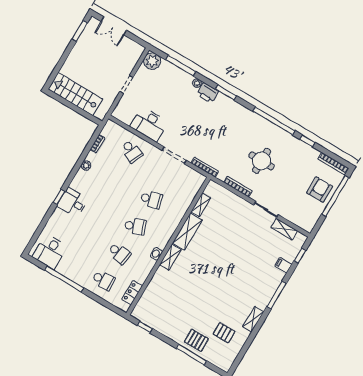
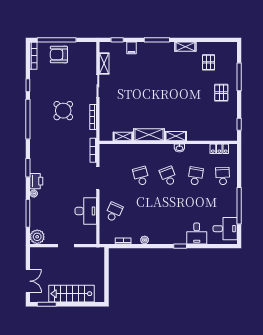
stairs: (75, 94) -> (71, 294), moved, turned 90
round table: (262, 161) -> (63, 111), turned 45
desk: (73, 202) -> (197, 233), moved
pallet: (196, 340) -> (221, 93), moved

